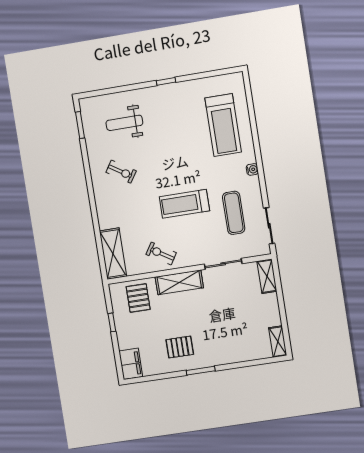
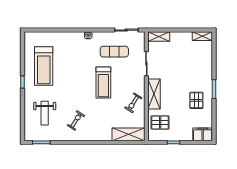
treadmill: (223, 125) -> (44, 66), moved, turned 90

